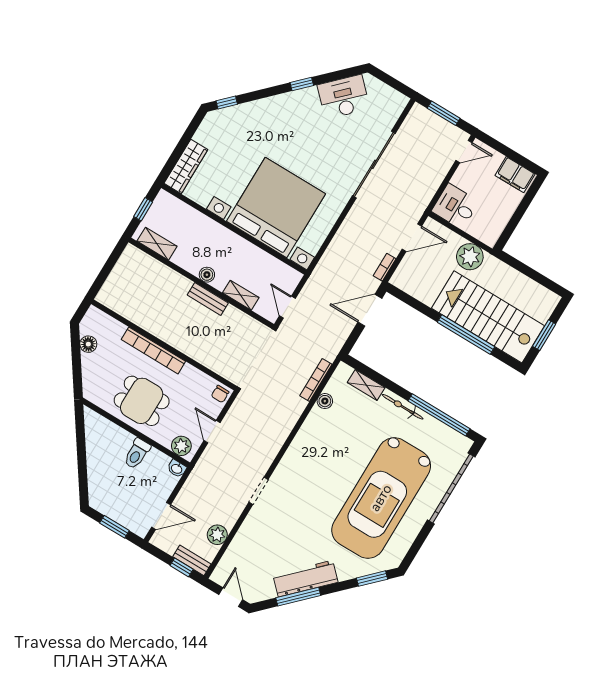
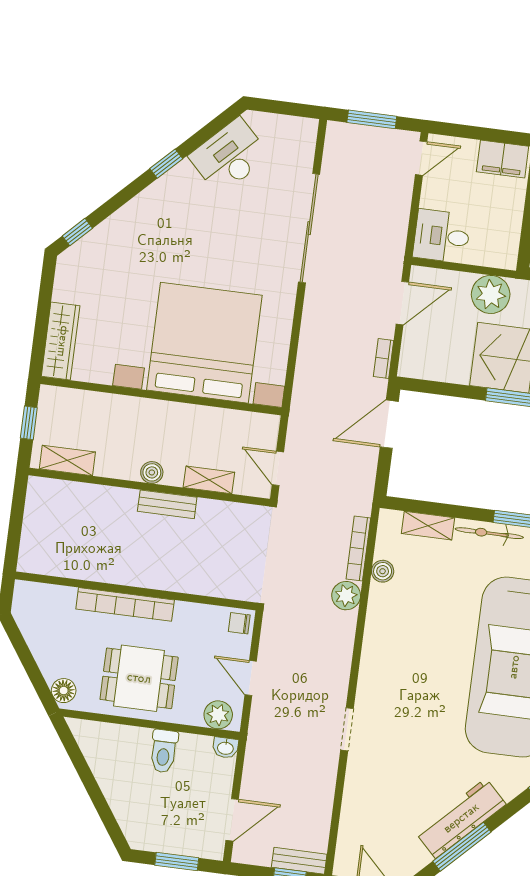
floor lamp: (88, 344) -> (64, 691), moved
chair: (220, 394) -> (239, 623), turned 90
plant: (217, 535) -> (346, 596), moved

